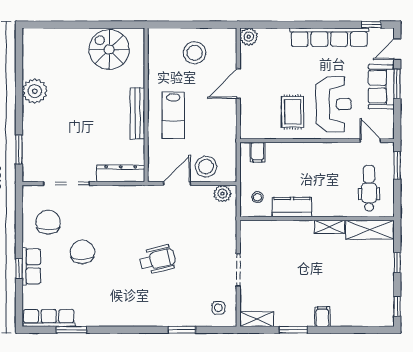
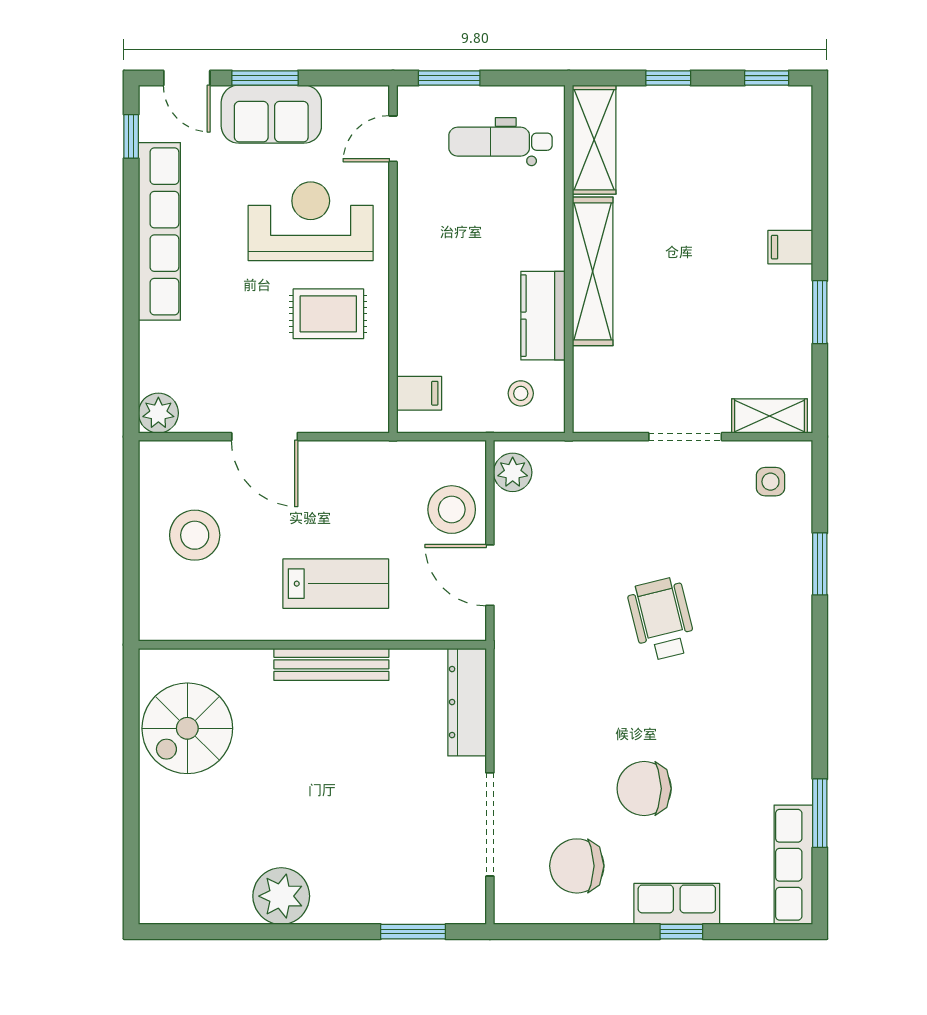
shelving: (329, 227) -> (593, 271), width x2.20, depth x1.33
shelving: (257, 319) -> (770, 416), moved, turned 90

